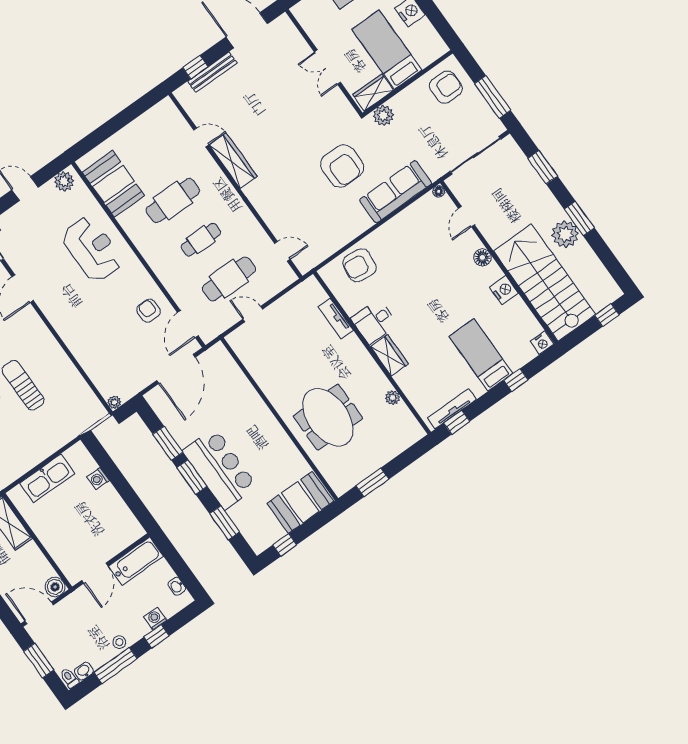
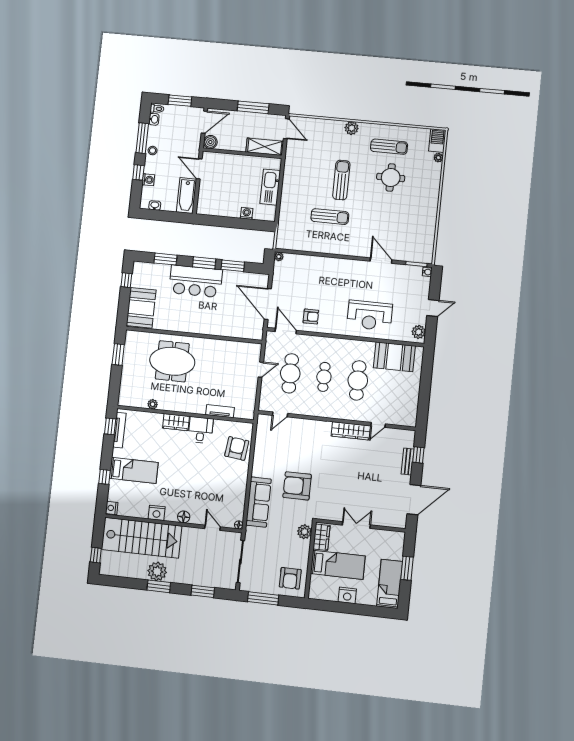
bench: (212, 72) -> (408, 461), width x0.73

